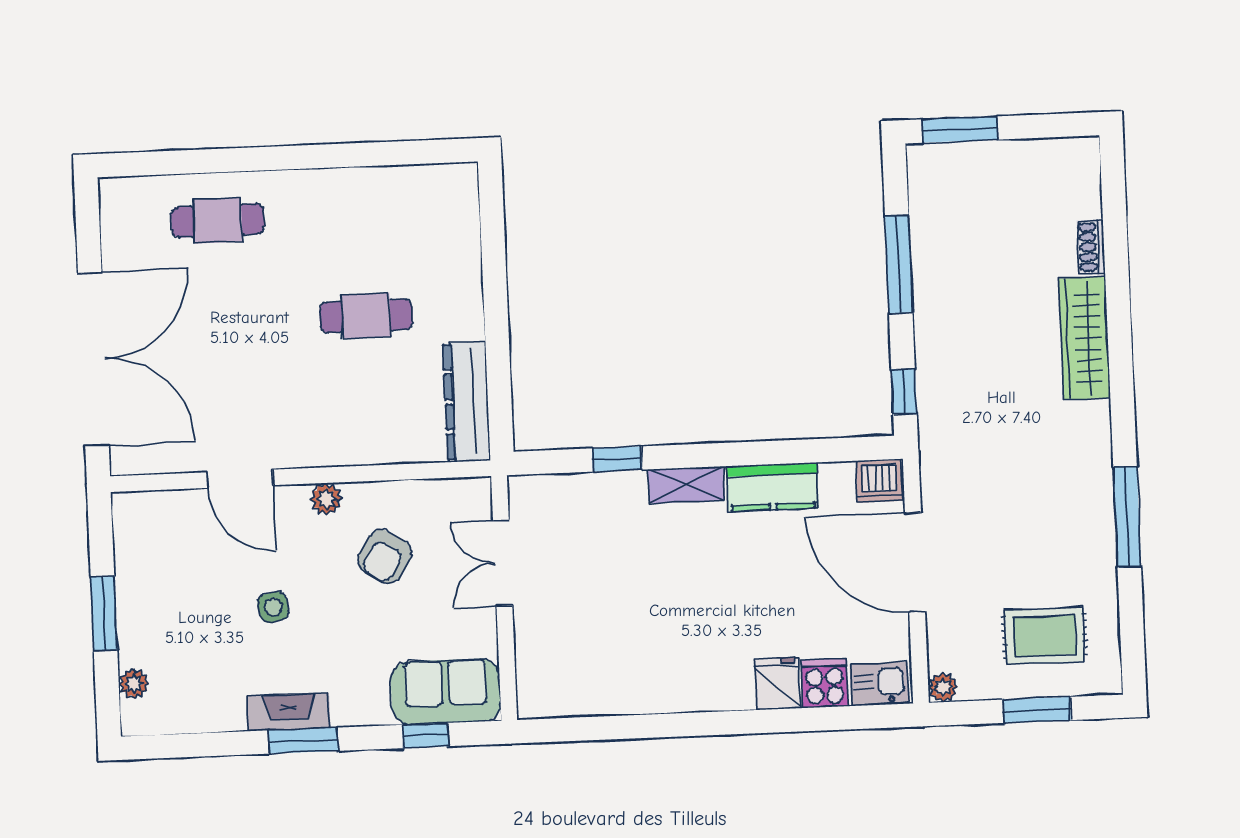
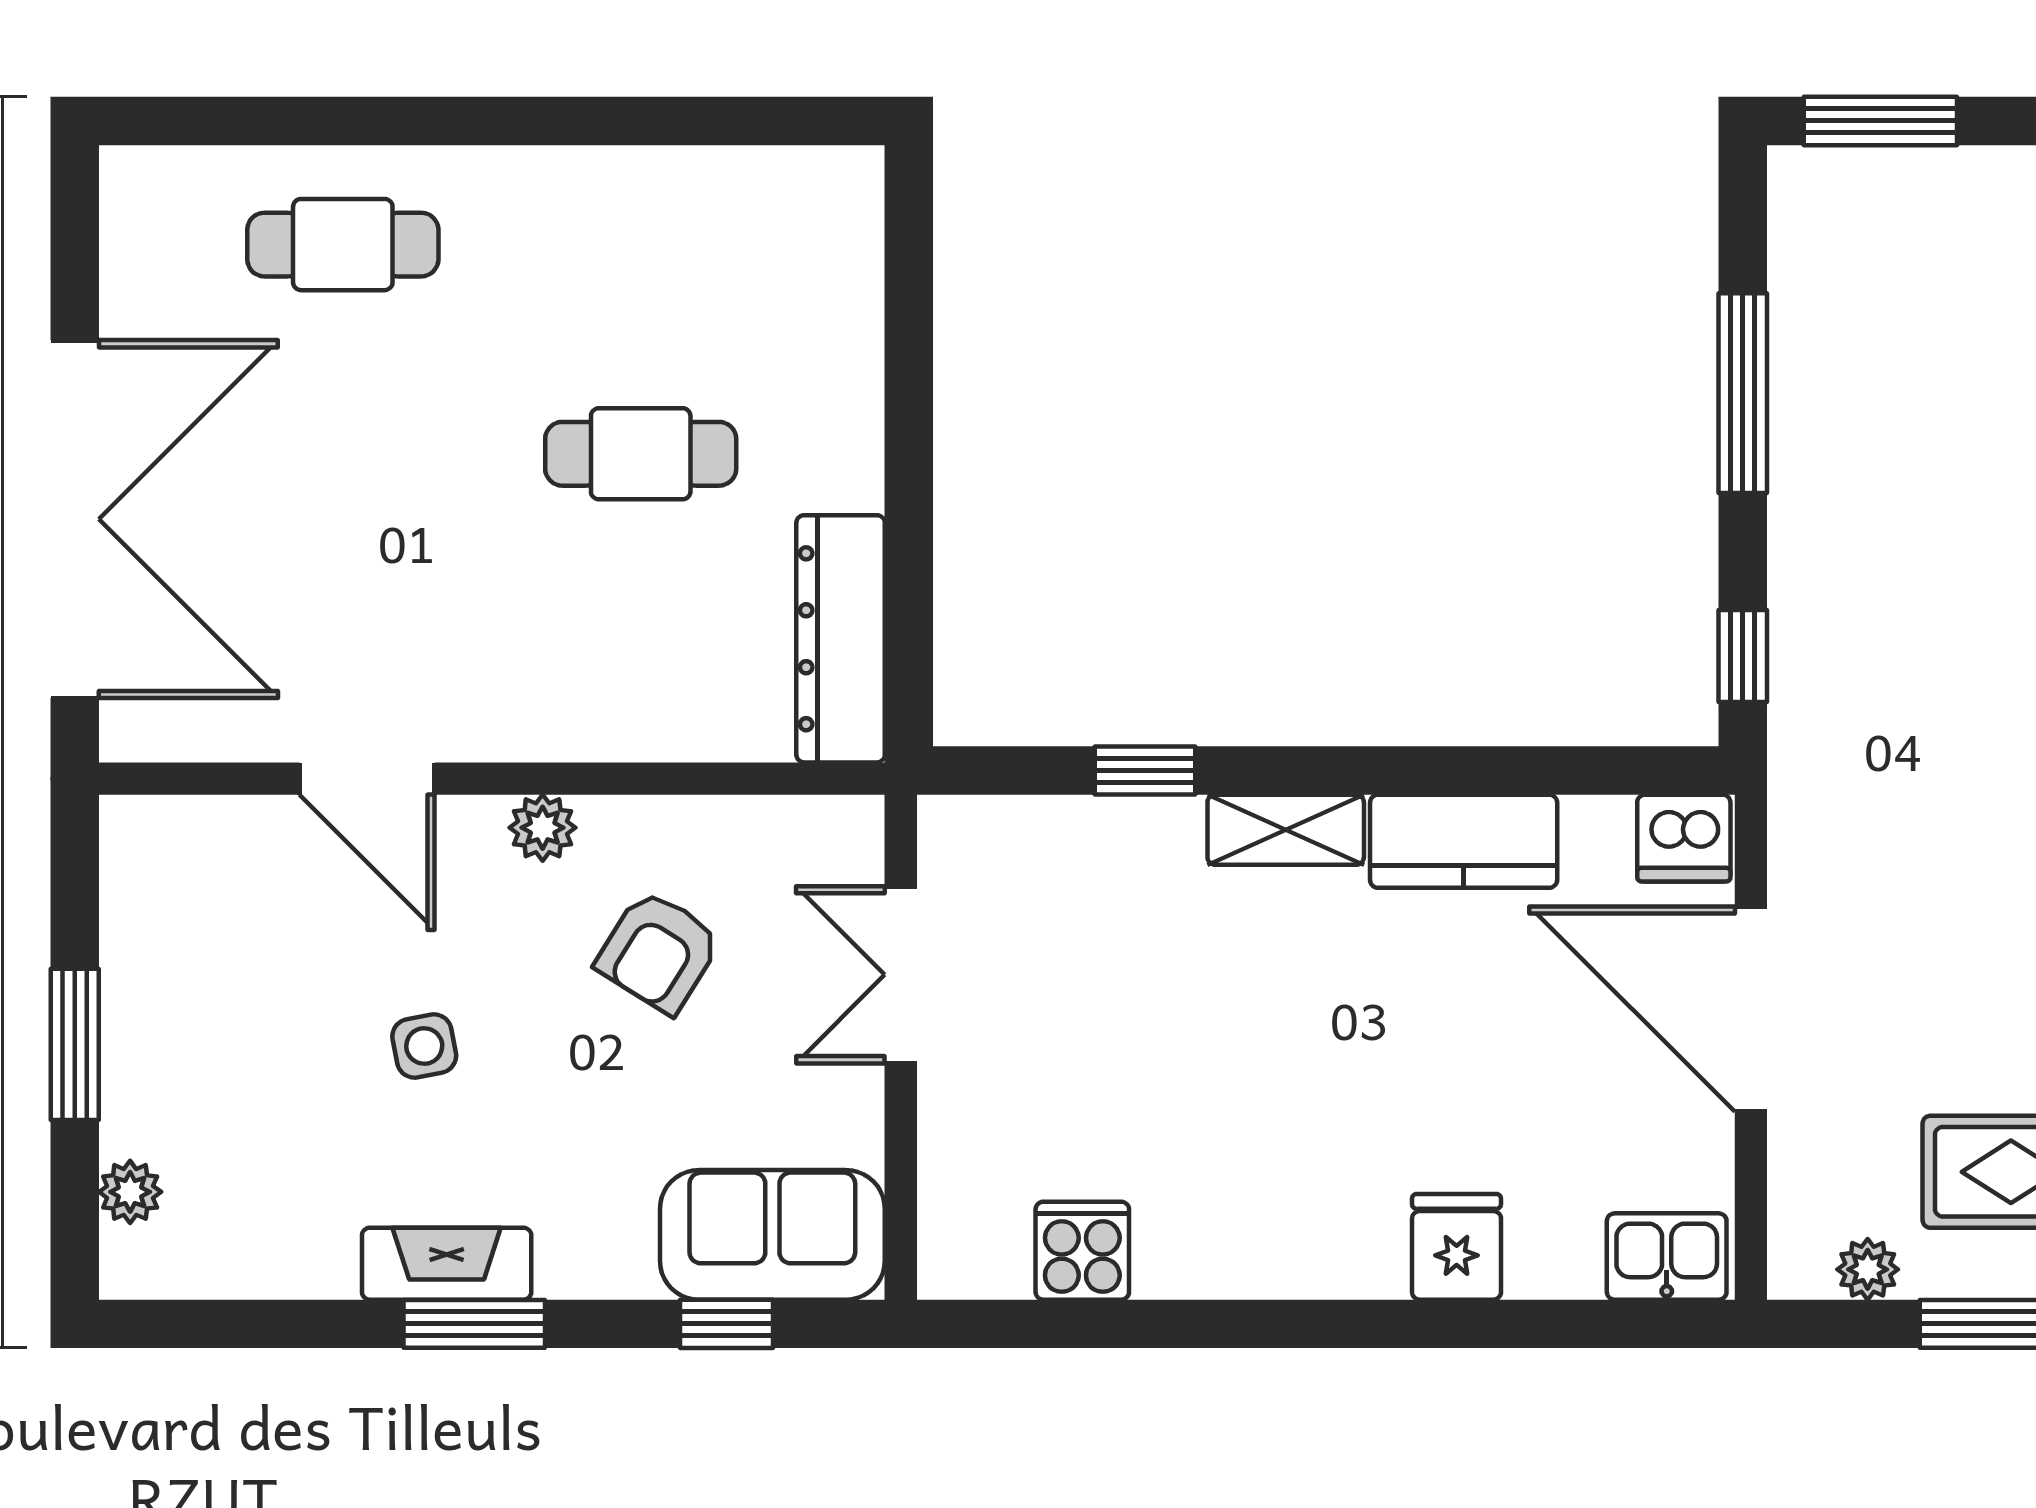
cooker: (825, 683) -> (1082, 1251), moved
plant: (943, 687) -> (1868, 1269), moved

